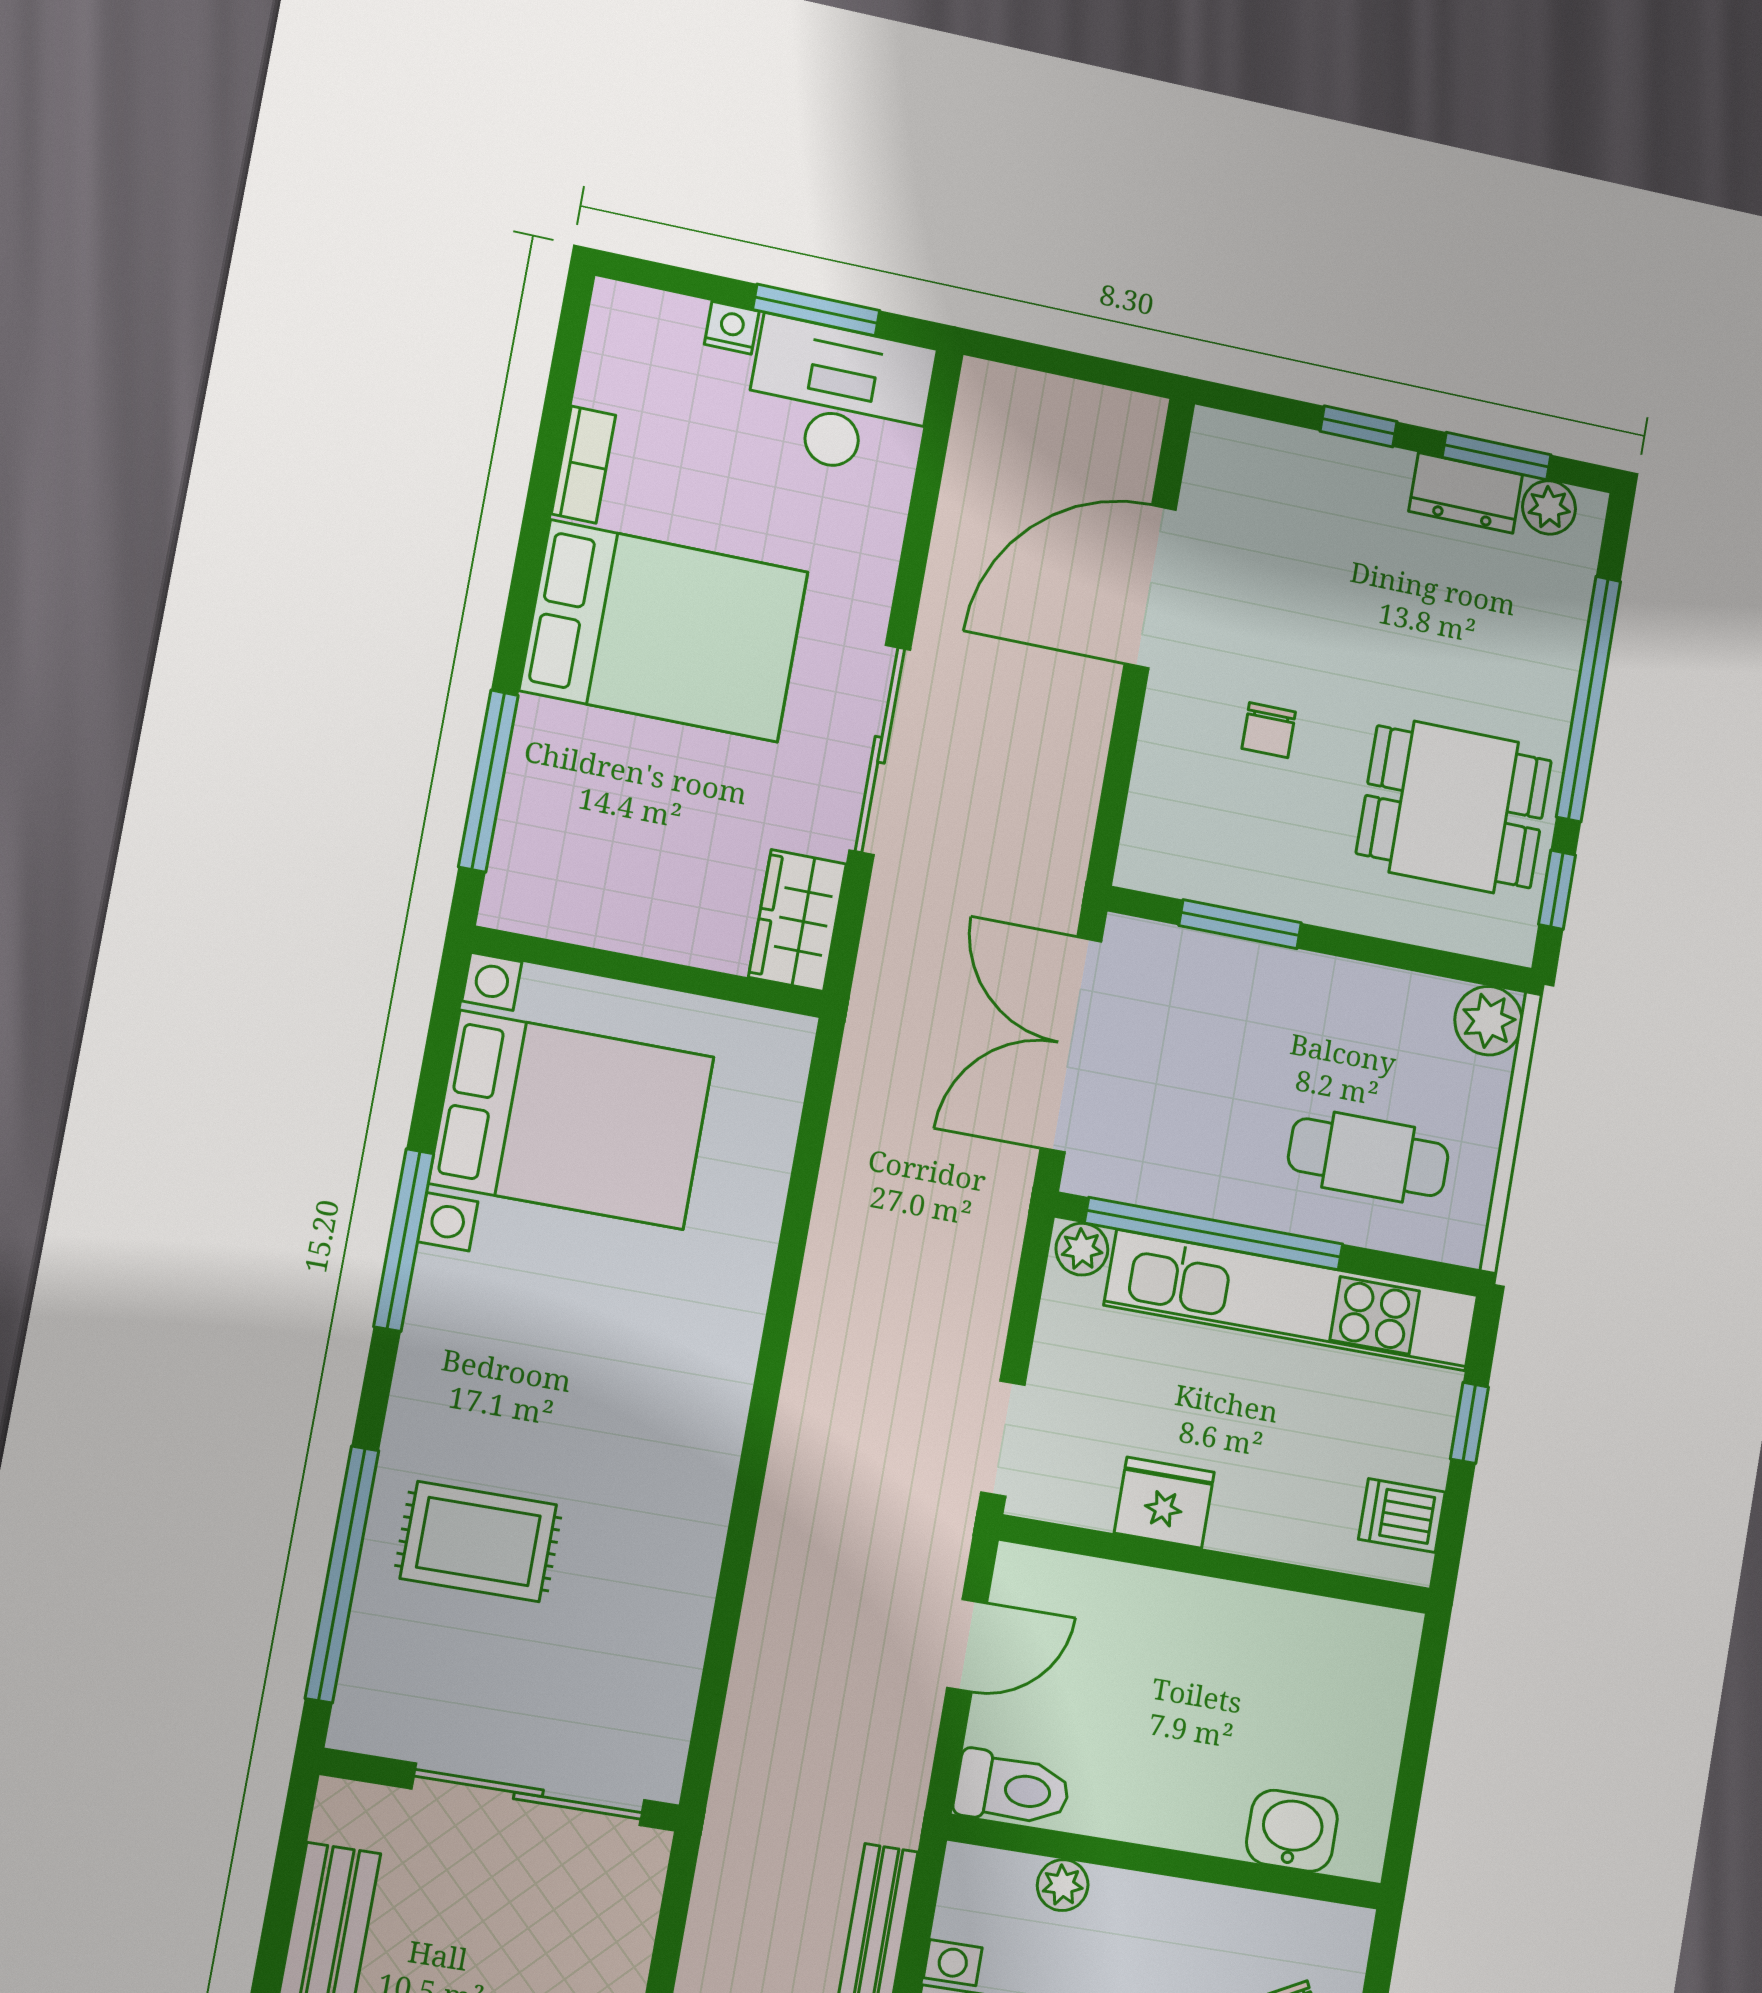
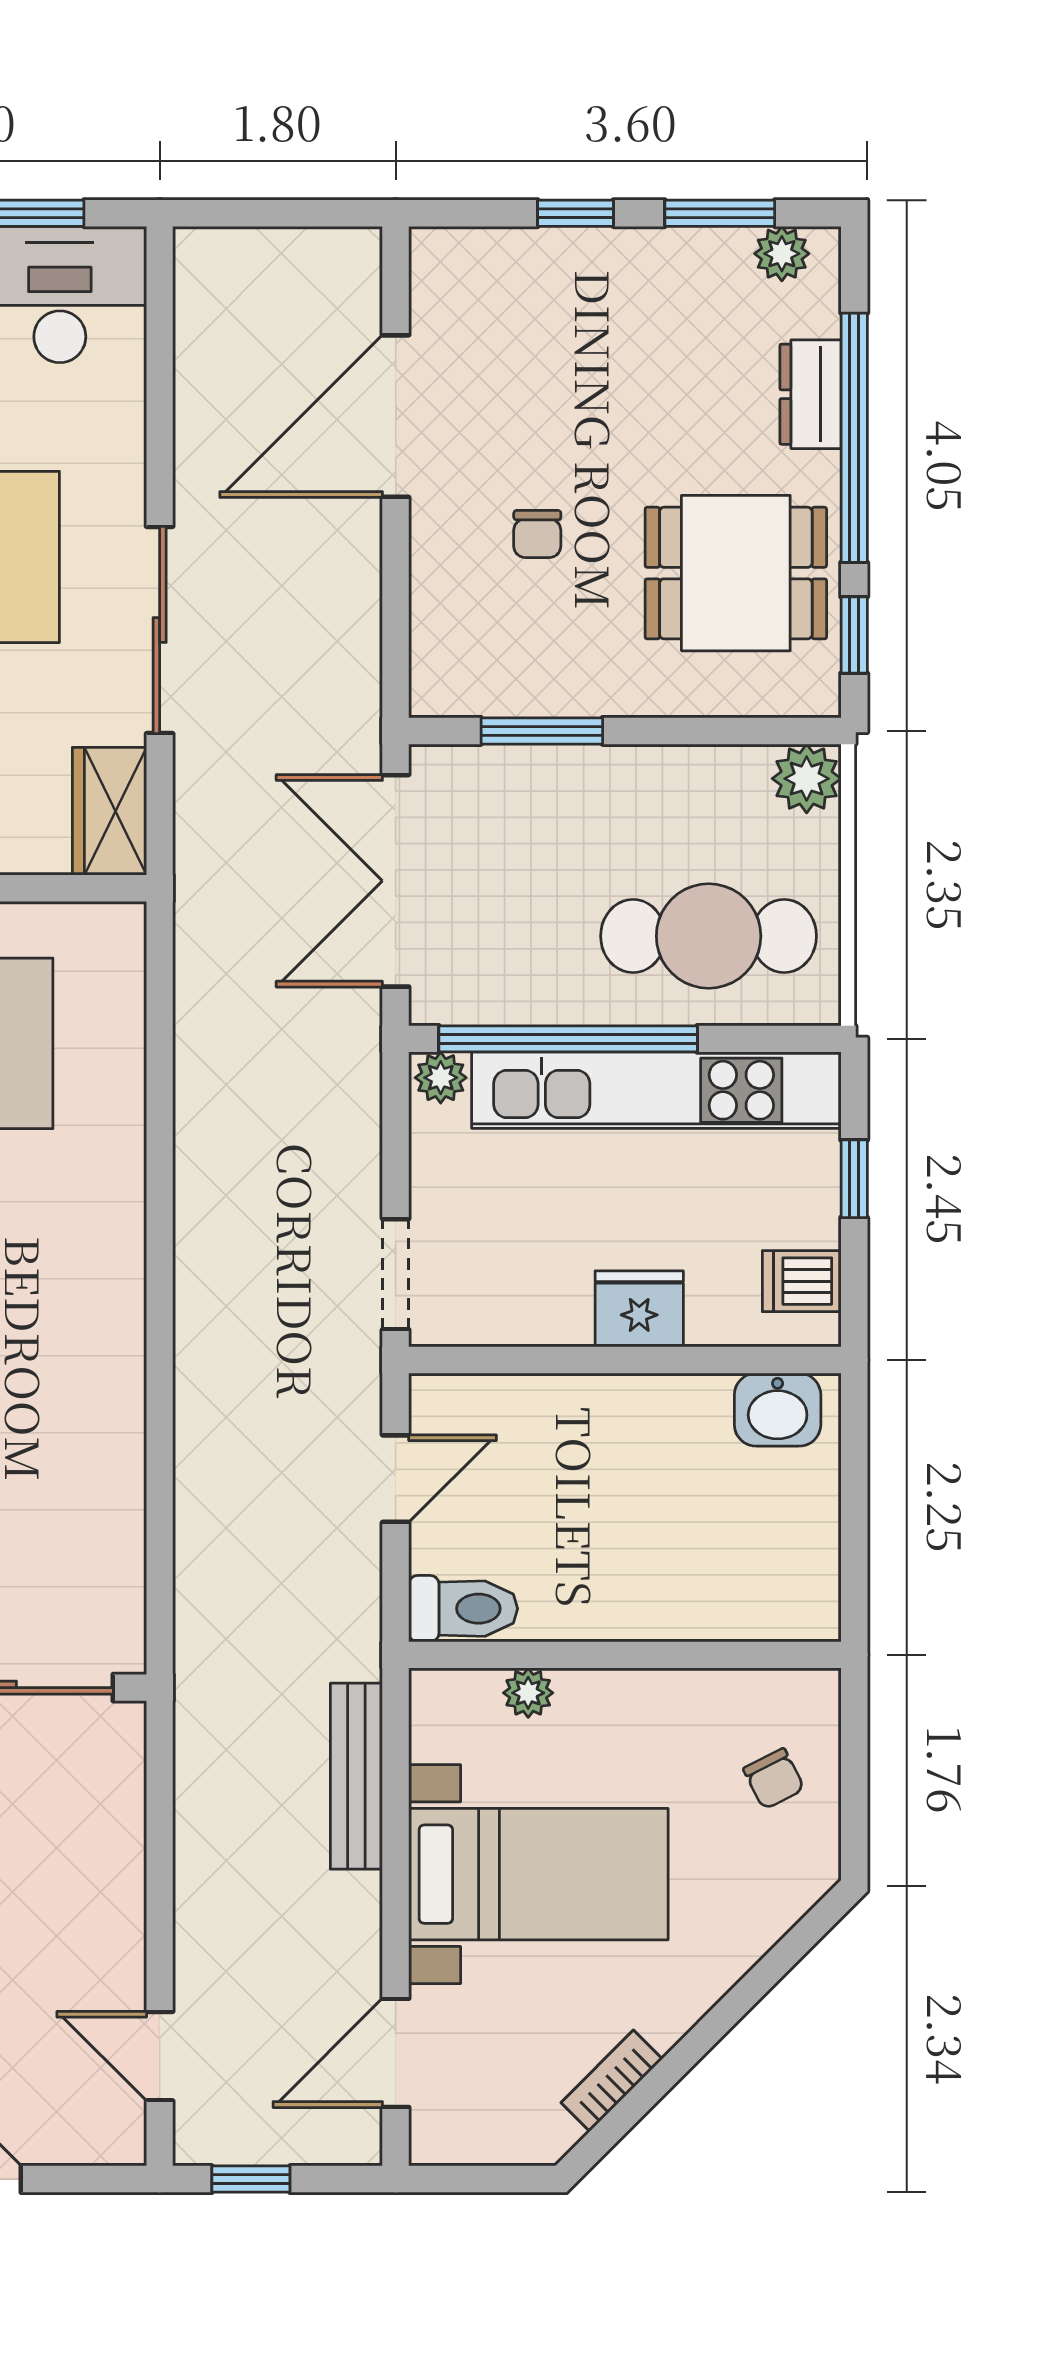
dresser: (1466, 493) -> (811, 394), moved, turned 90
cafe table: (1368, 1157) -> (709, 936), width x1.37, depth x1.35
fridge: (1164, 1503) -> (639, 1309), moved
washbasin: (1292, 1831) -> (778, 1410), moved, turned 180

